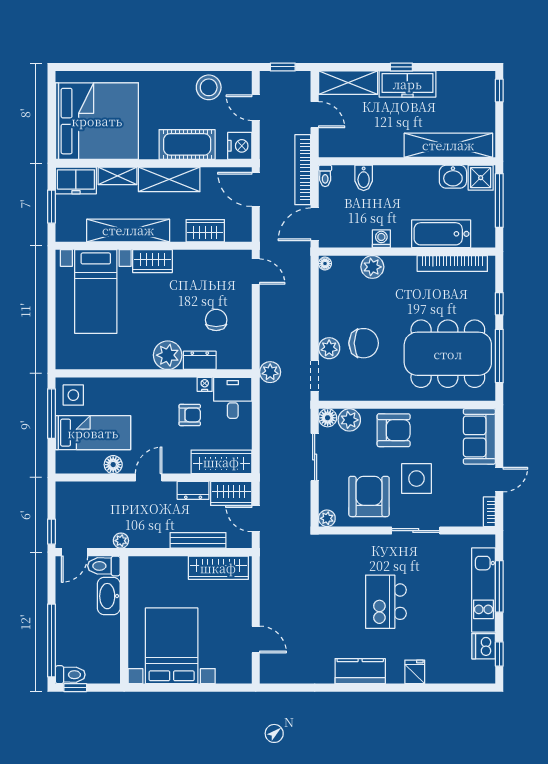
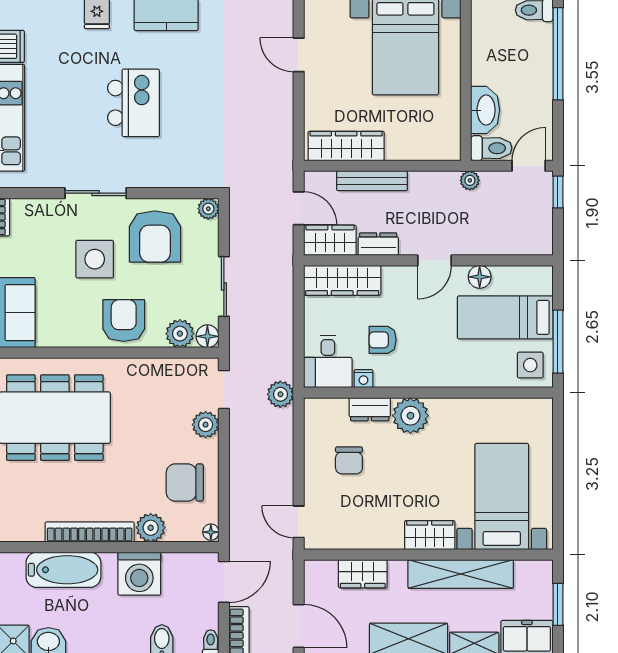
washing machine: (381, 239) -> (139, 574), width x1.89, depth x1.89
bookcase: (452, 264) -> (90, 532), moved
chair: (364, 343) -> (185, 482), moved
armchair: (394, 430) -> (124, 321), turned 90

